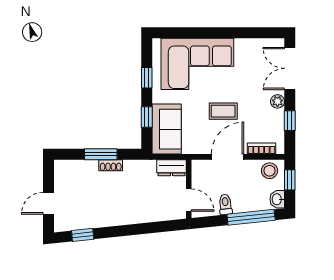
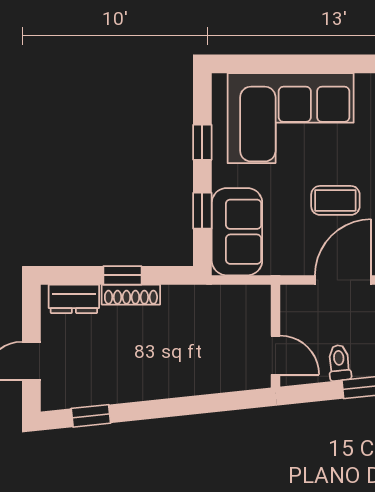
window: (101, 154) -> (122, 275), width x0.67
shoe rack: (111, 165) -> (131, 295), width x1.43
dresser: (172, 168) -> (74, 299), moved

